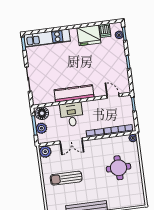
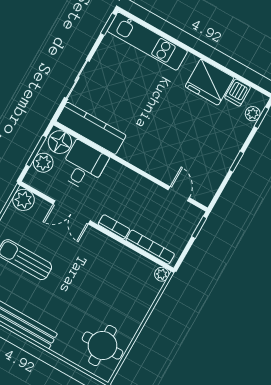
kitchen counter: (74, 93) -> (91, 128), moved
desk: (72, 114) -> (83, 166), moved
round table: (119, 168) -> (103, 346), moved

